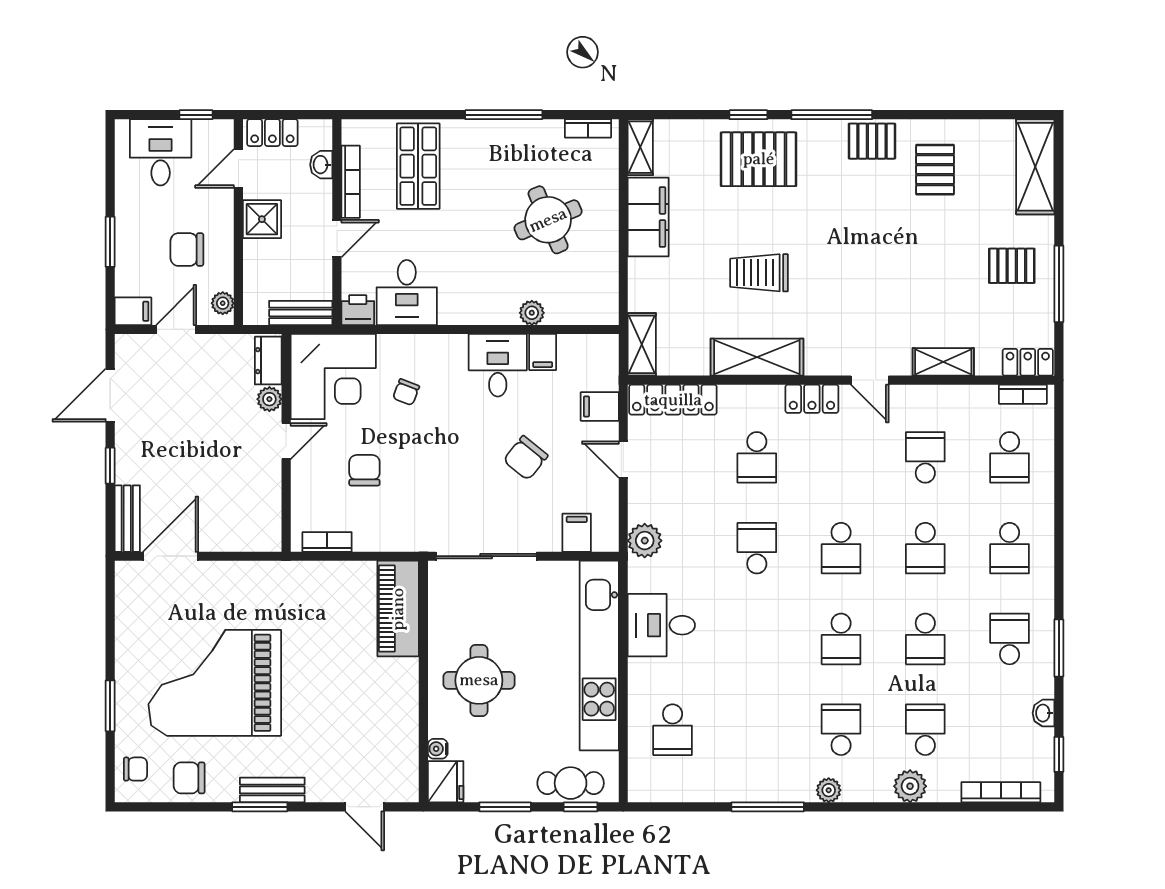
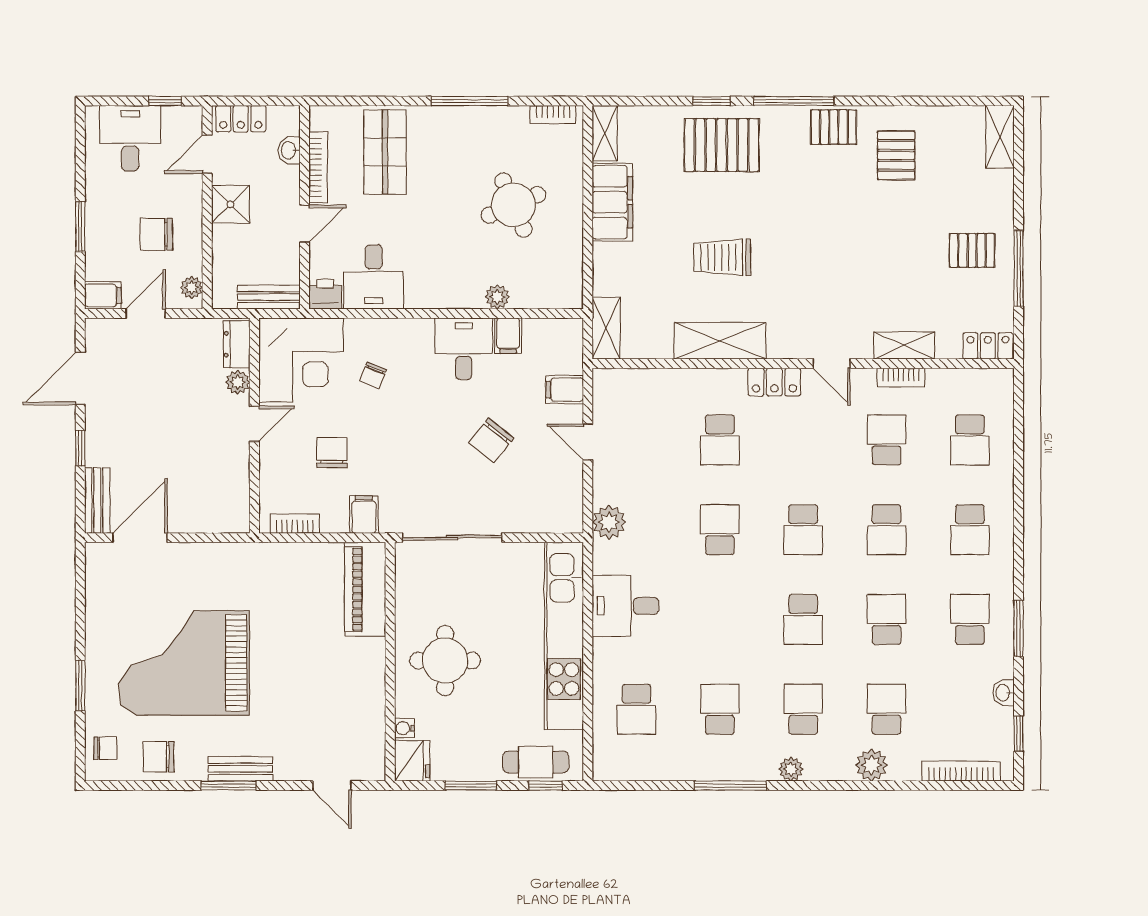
shelving: (1035, 167) -> (1000, 137), width x0.67, depth x0.75
bookcase: (1023, 394) -> (901, 378), moved
locker: (673, 400) -> (637, 383), removed
filing cabinet: (577, 533) -> (364, 514), moved
school desk: (925, 639) -> (886, 619), turned 180
school desk: (757, 730) -> (720, 709), added

